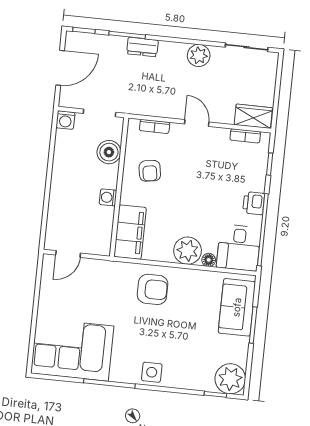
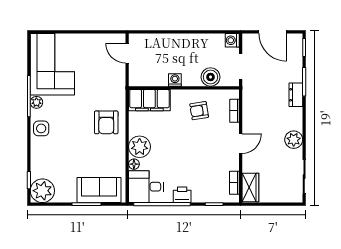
plant: (118, 375) -> (36, 102), added

